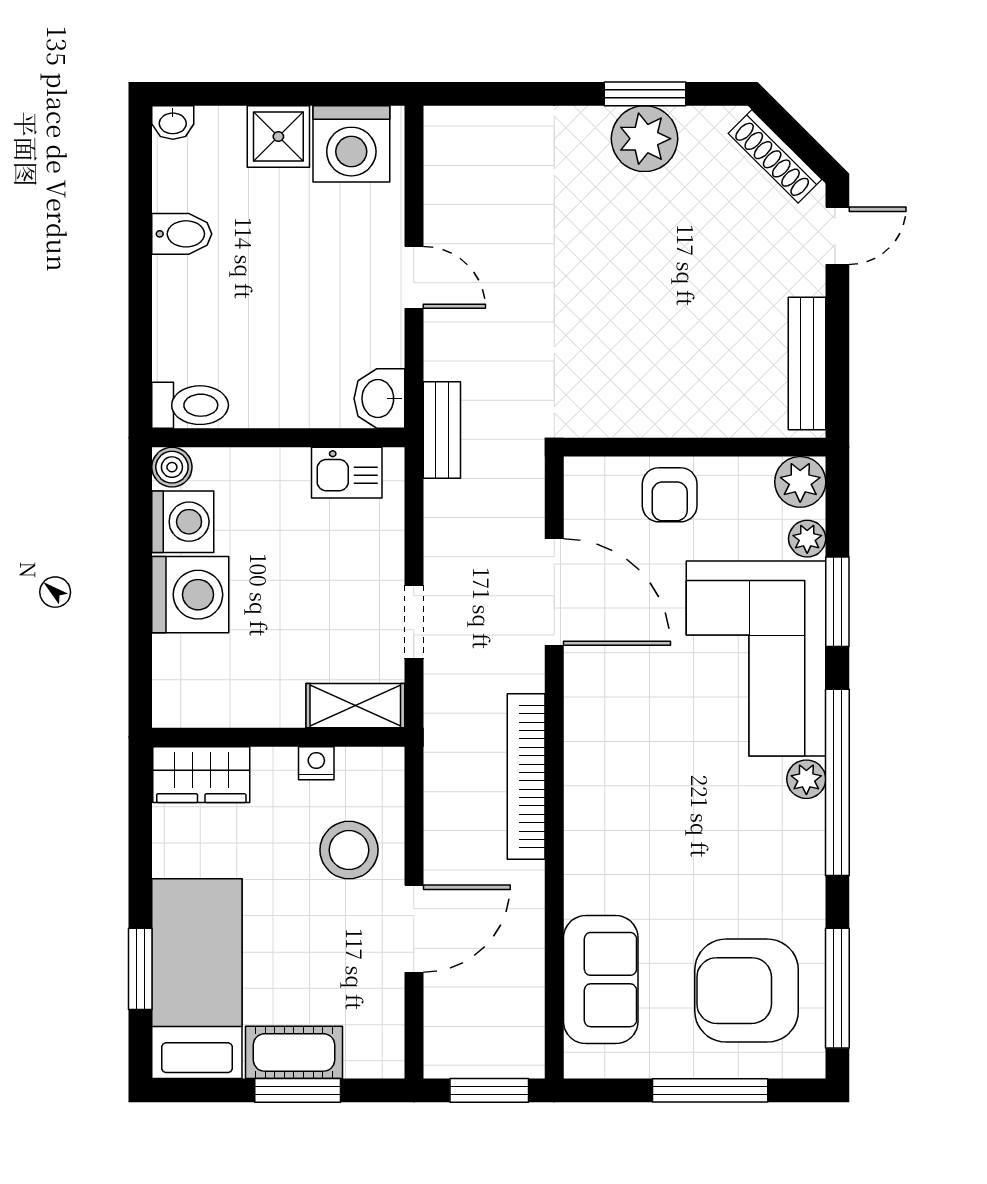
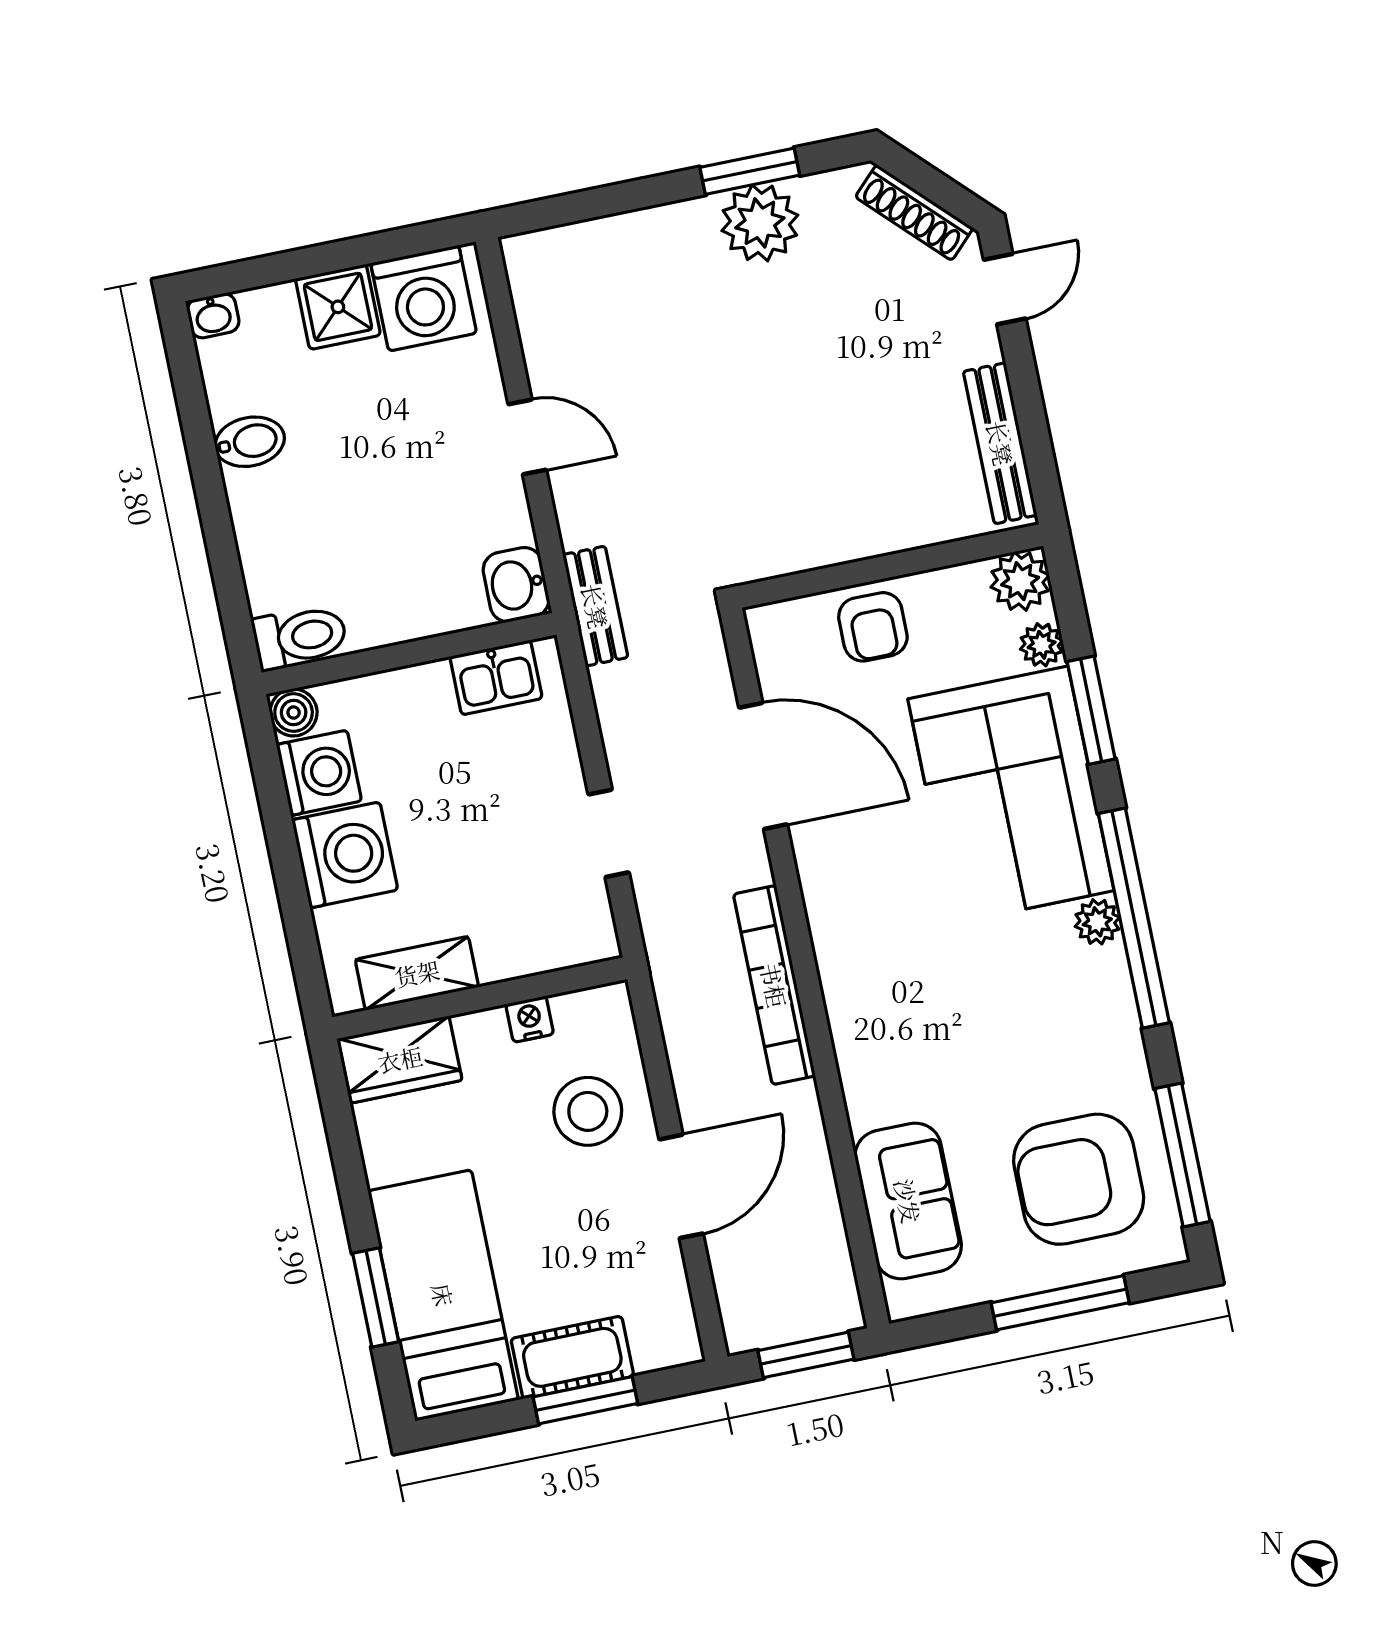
shelving: (355, 706) -> (417, 973), moved

